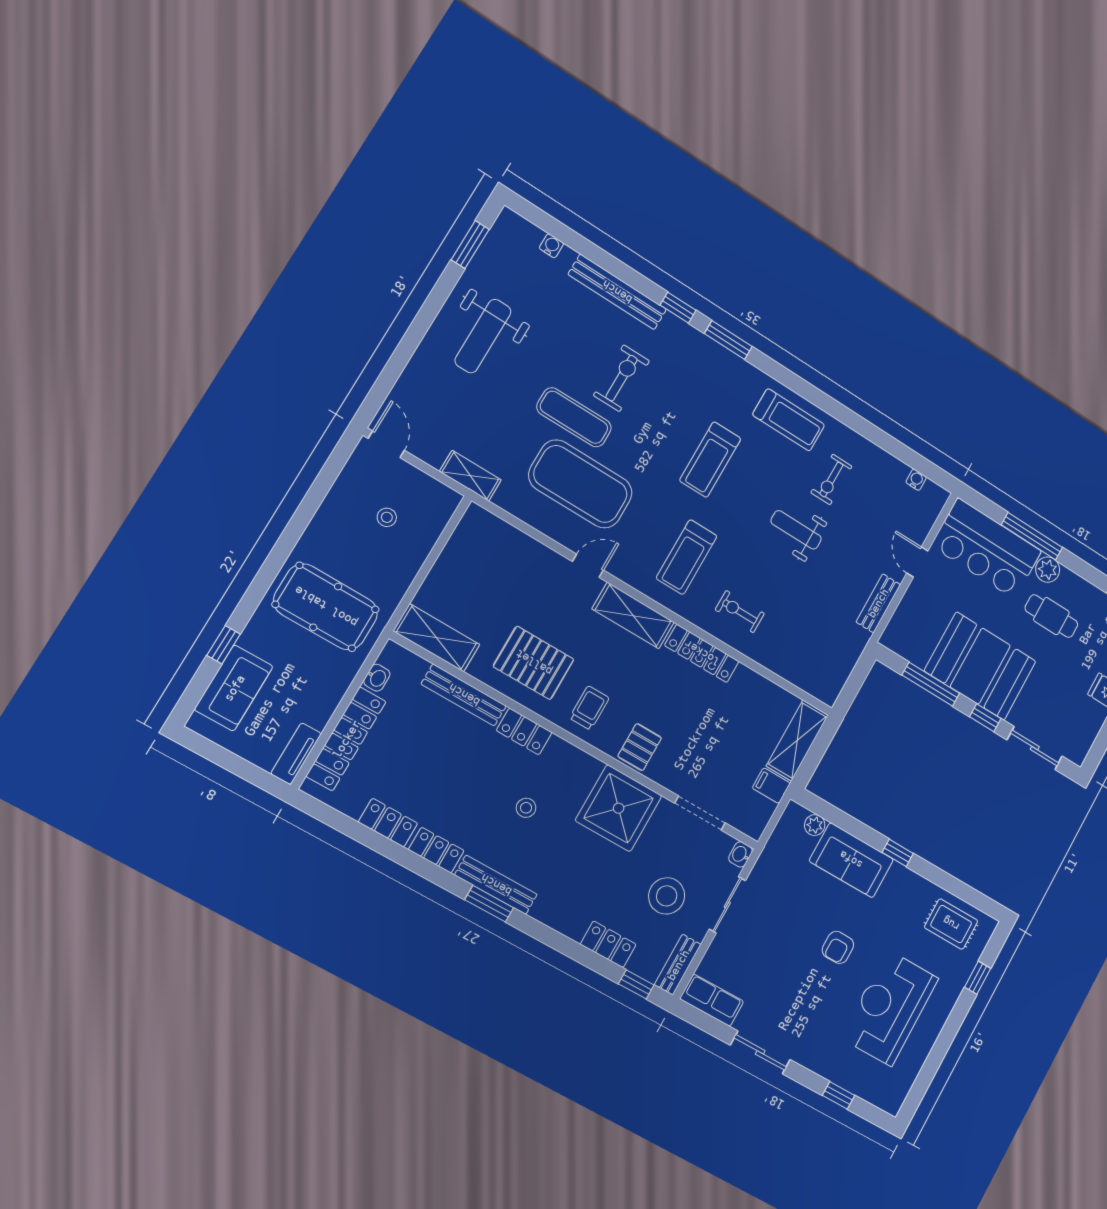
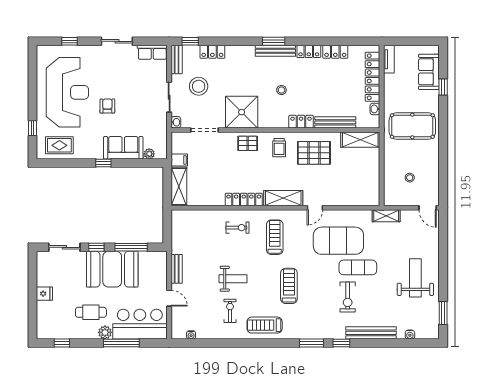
pallet: (640, 747) -> (248, 143), turned 90
reception desk: (890, 1008) -> (67, 92), width x1.36, depth x1.30

